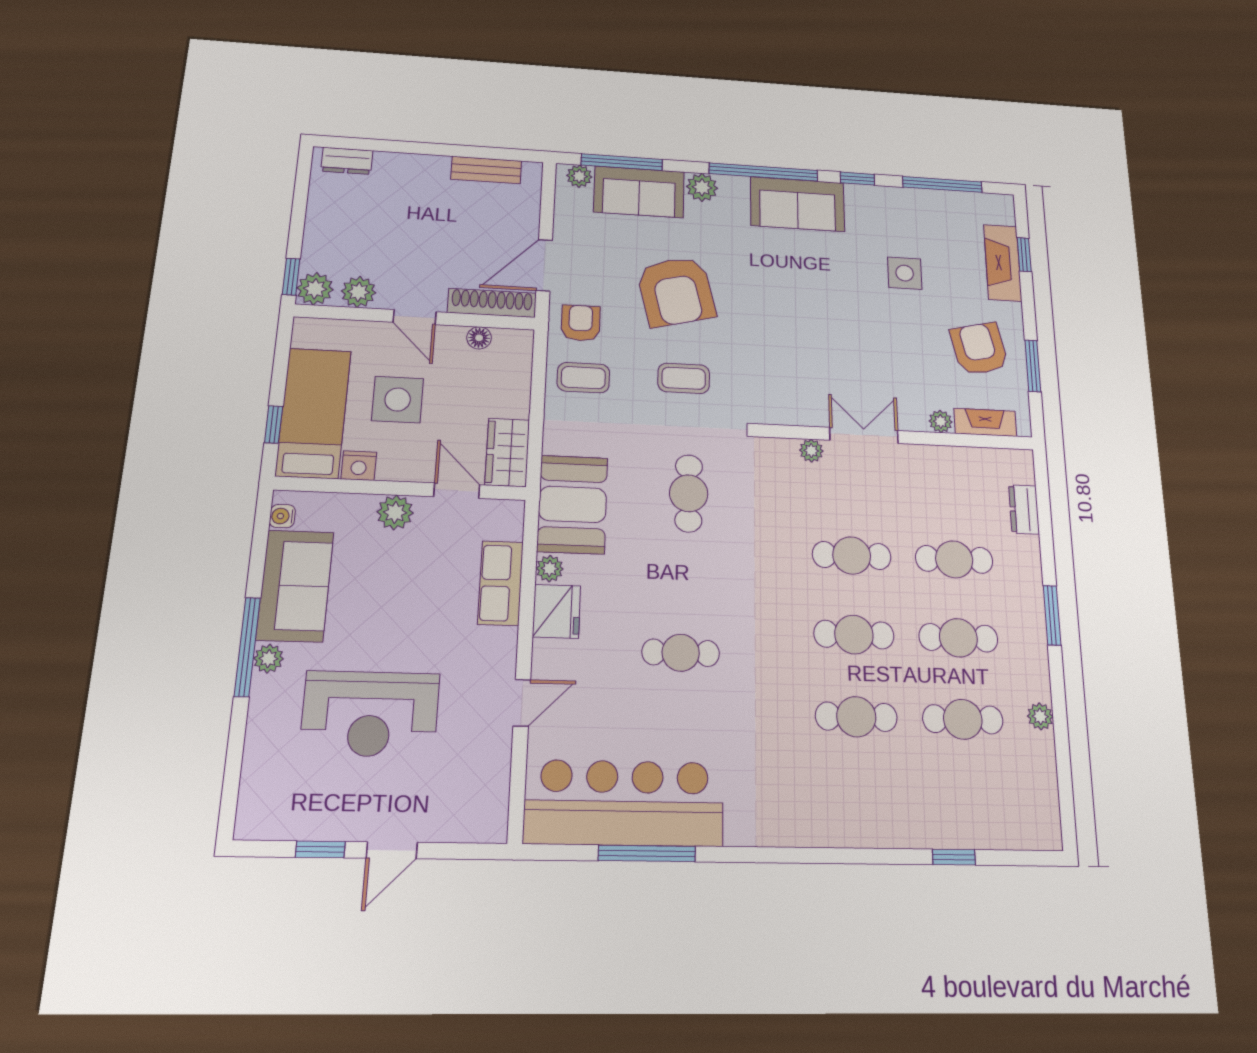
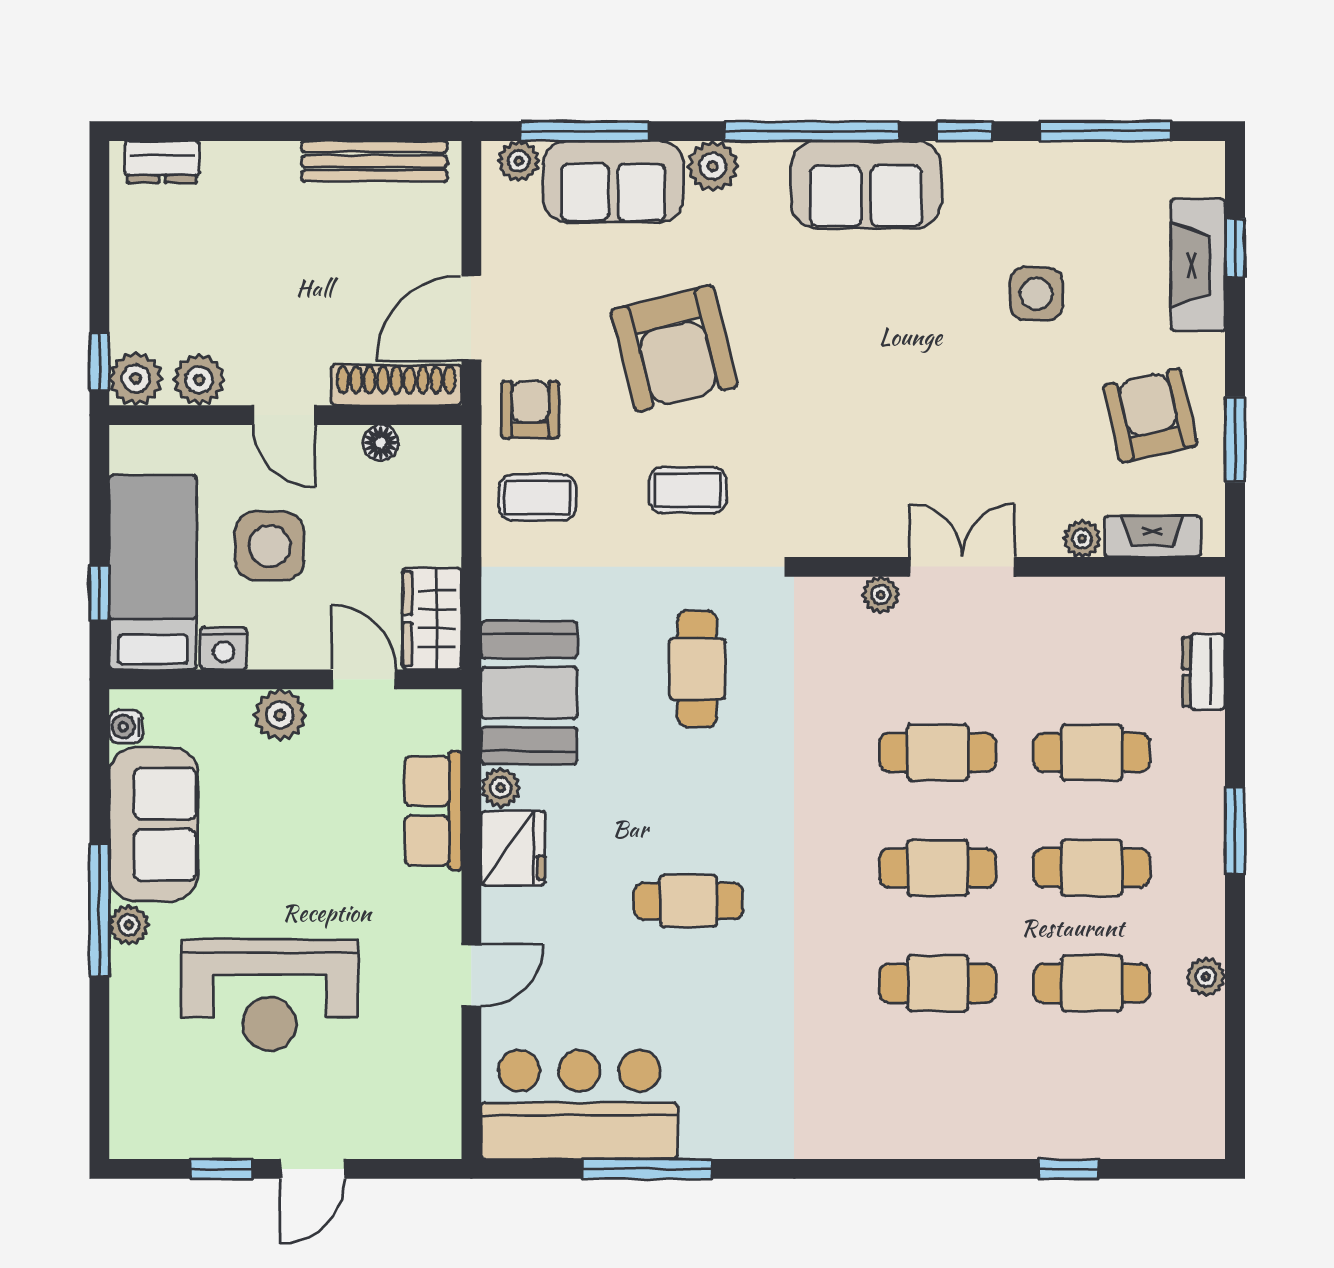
bench: (486, 170) -> (374, 161), width x1.36
bar counter: (624, 803) -> (579, 1105), width x0.73

